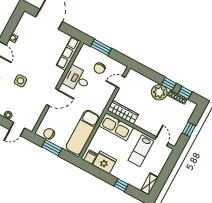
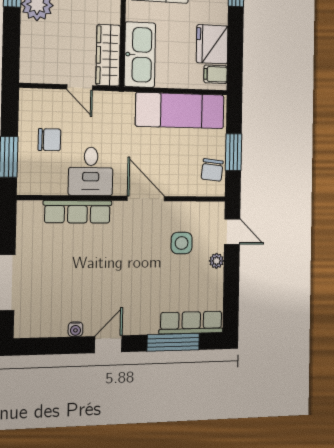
row of seats: (69, 53) -> (77, 212), moved
side table: (20, 81) -> (182, 243), moved
door: (121, 82) -> (80, 87), moved

